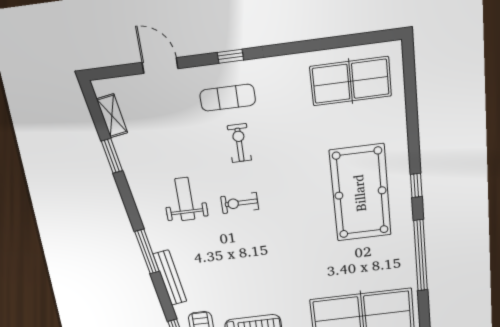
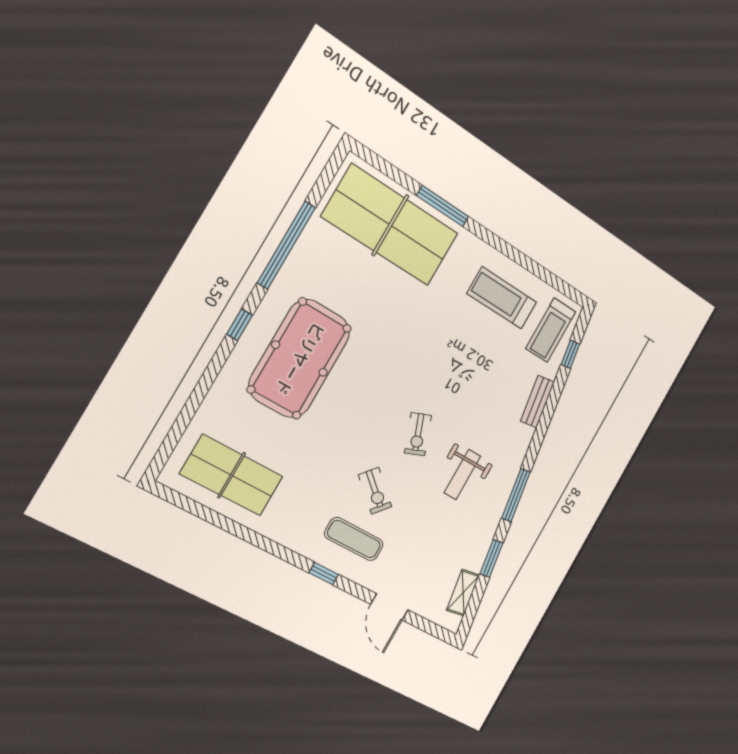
exercise bike: (239, 143) -> (375, 491), turned -49
exercise bike: (240, 203) -> (418, 434), turned 69
window: (147, 251) -> (516, 495), moved
bench: (170, 278) -> (537, 402), width x0.73

